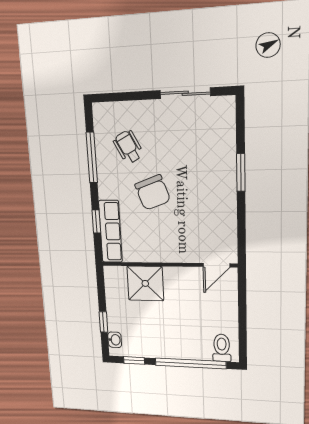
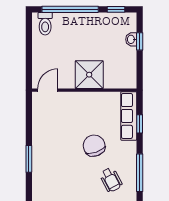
shower: (145, 283) -> (89, 75), moved
washbasin: (115, 340) -> (131, 39), moved

